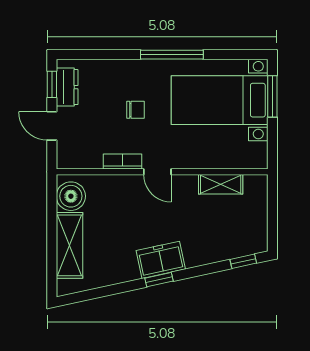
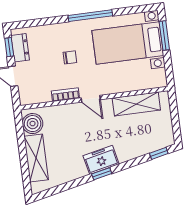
shelving: (221, 184) -> (136, 104), width x1.50, depth x1.33

